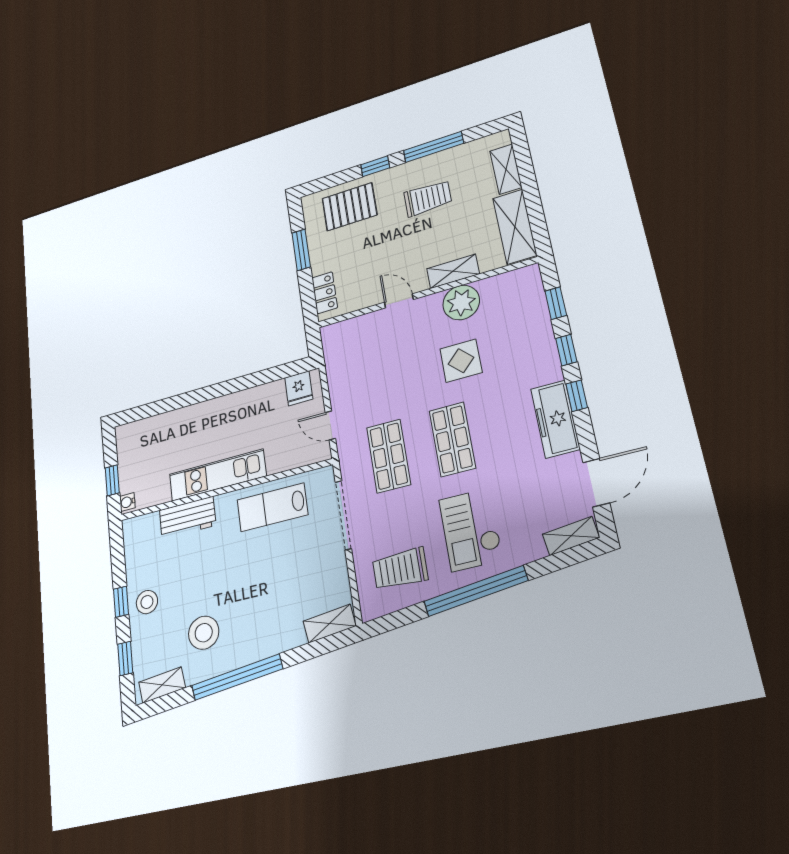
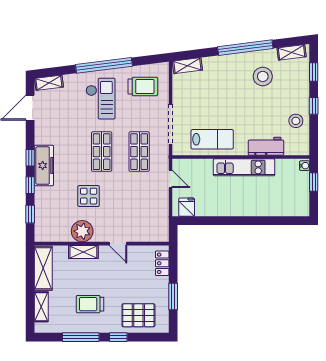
freezer: (555, 419) -> (44, 166), moved
stool: (147, 602) -> (296, 121), moved

